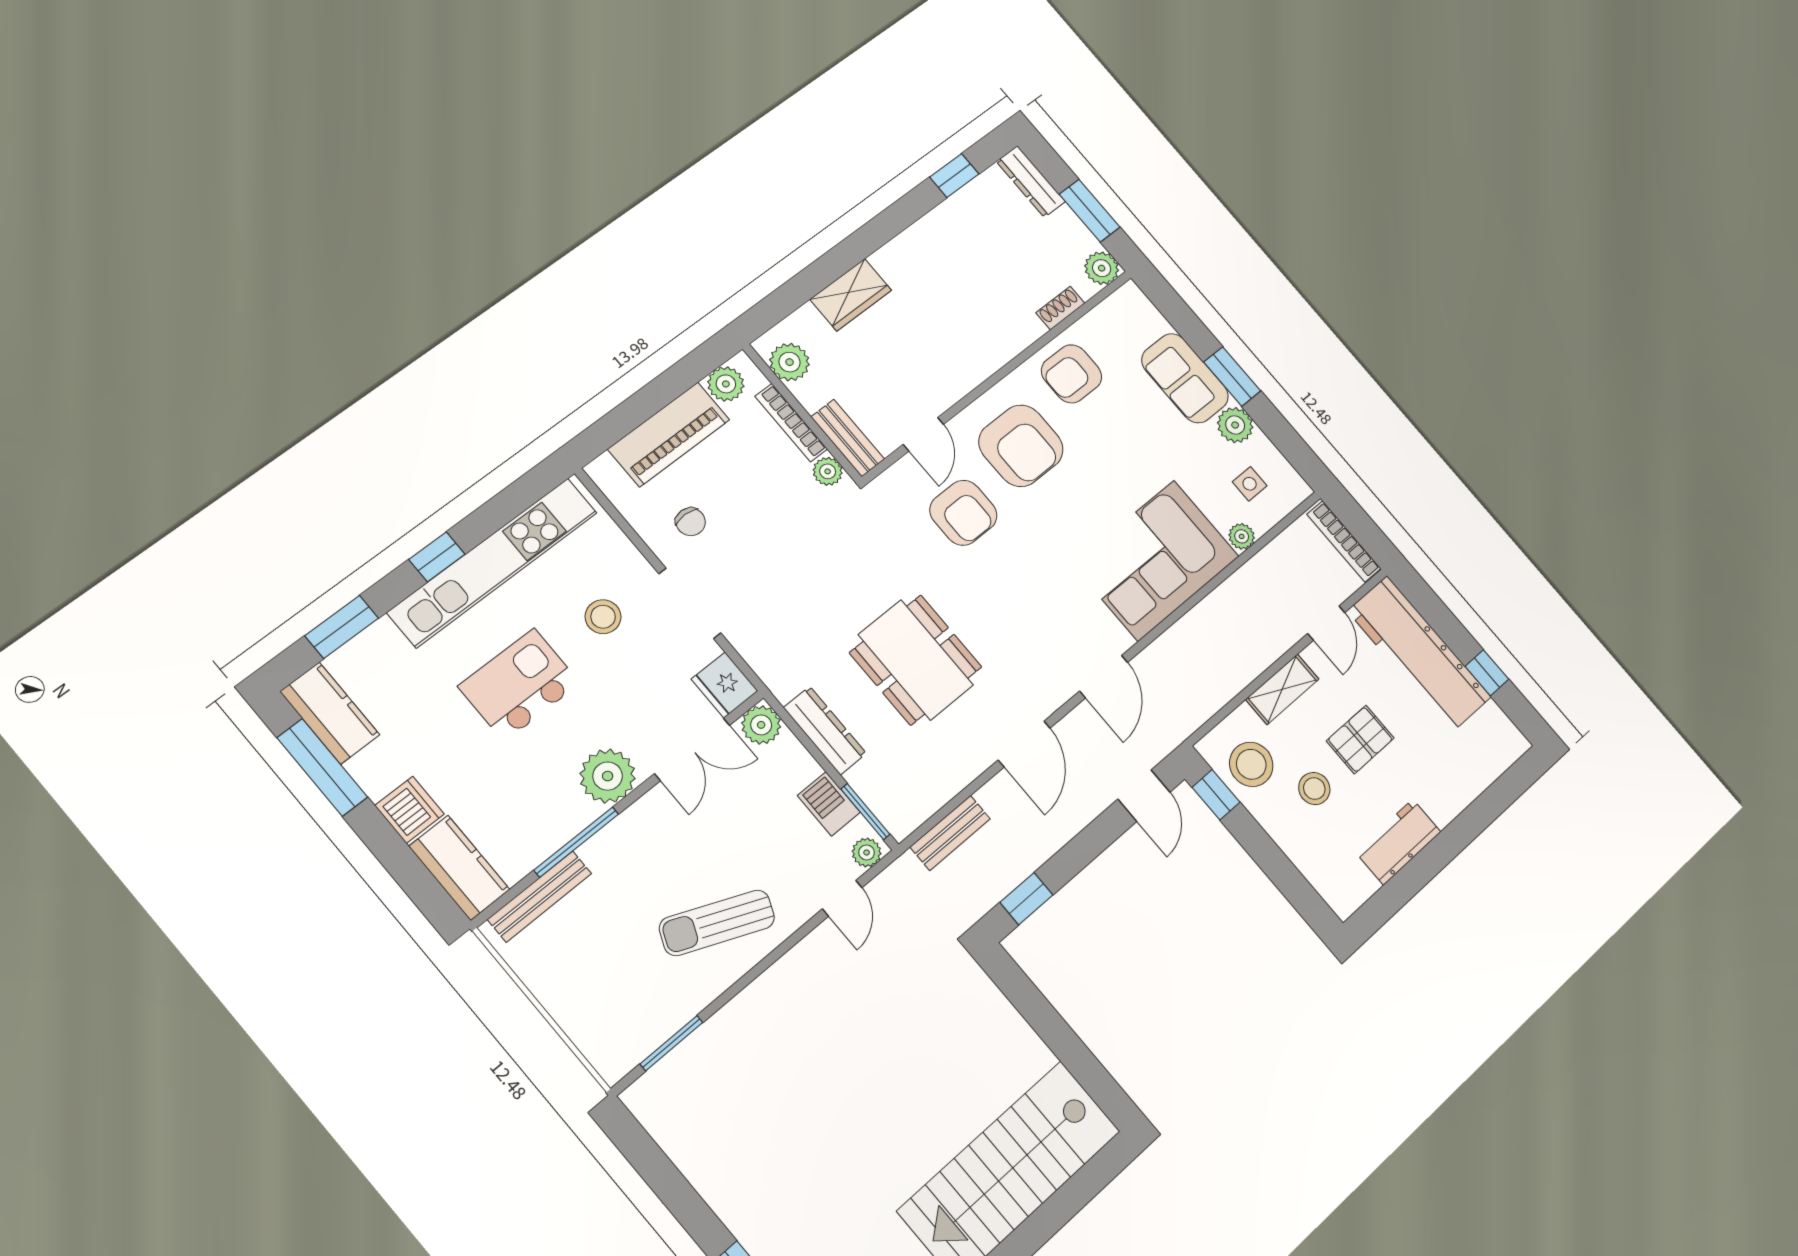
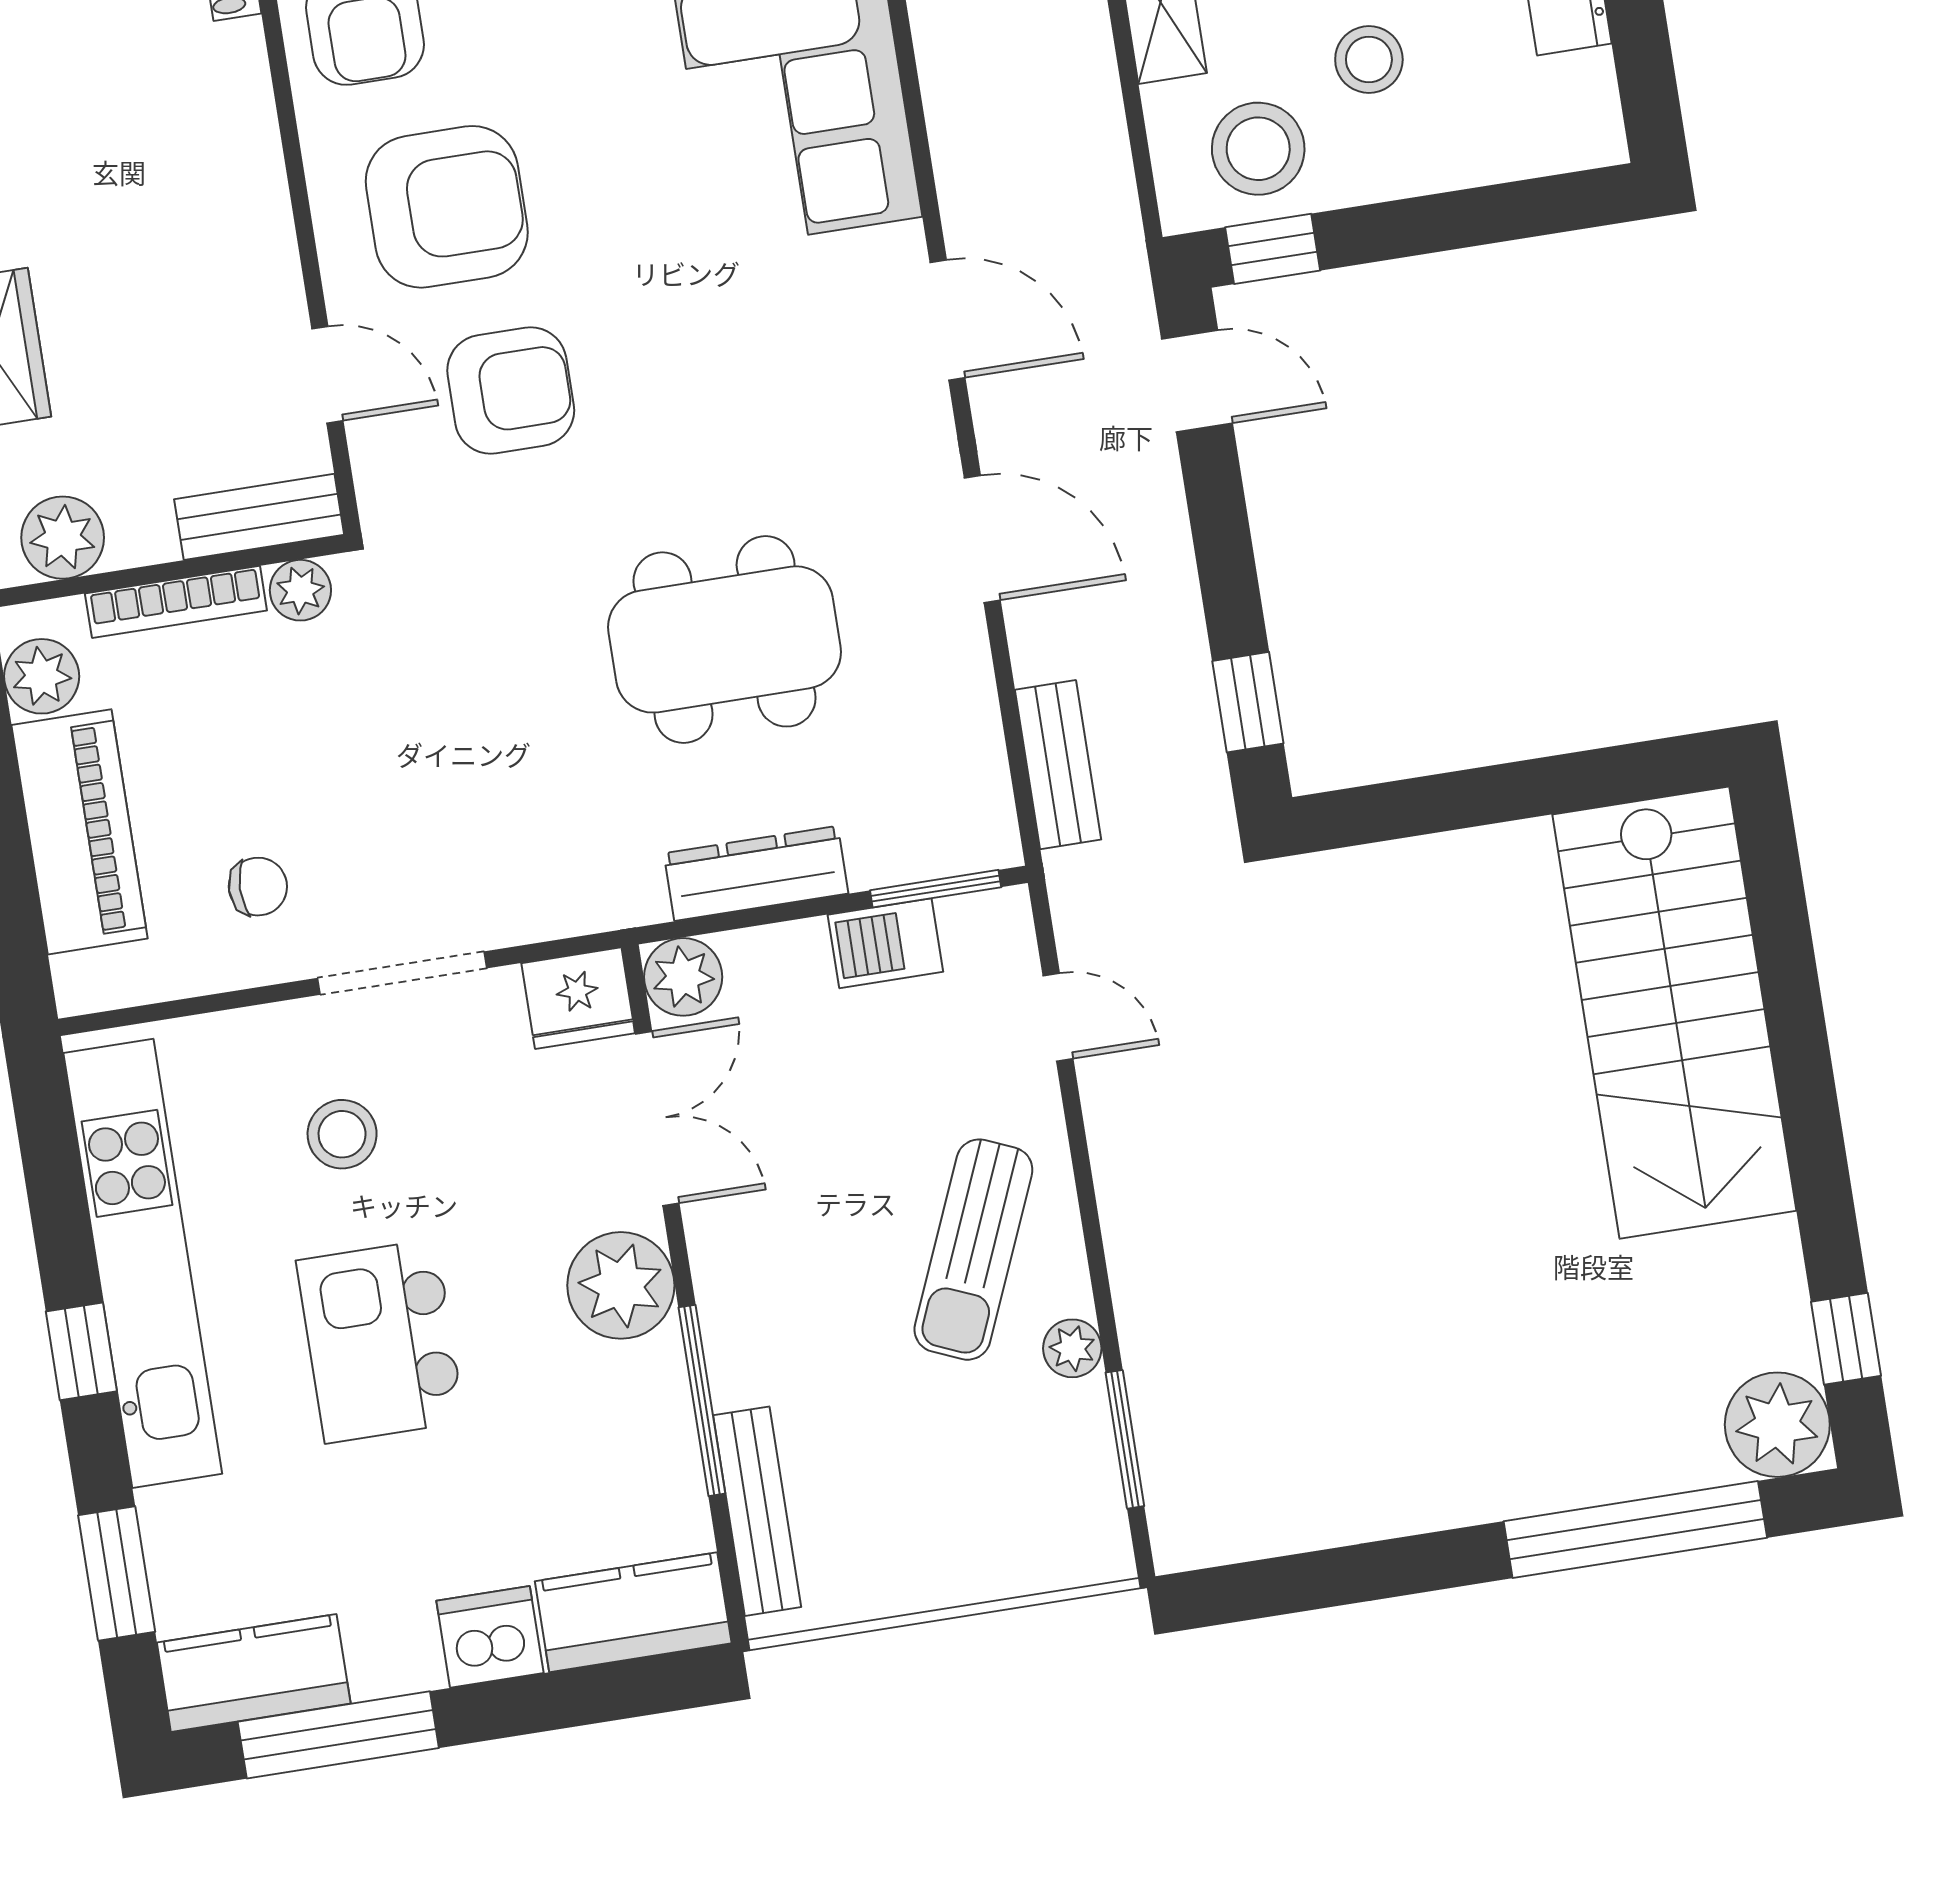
plant: (867, 852) -> (1072, 1348), moved

